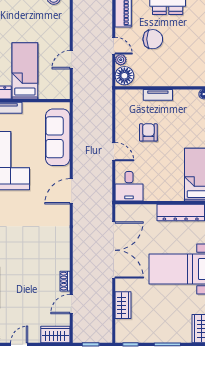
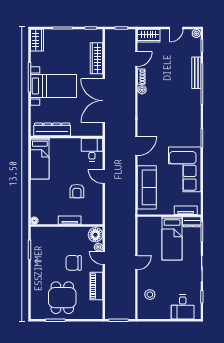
door: (71, 60) -> (136, 263), moved
plant: (64, 264) -> (142, 90), added
wardrobe: (123, 305) -> (97, 58), width x1.50

